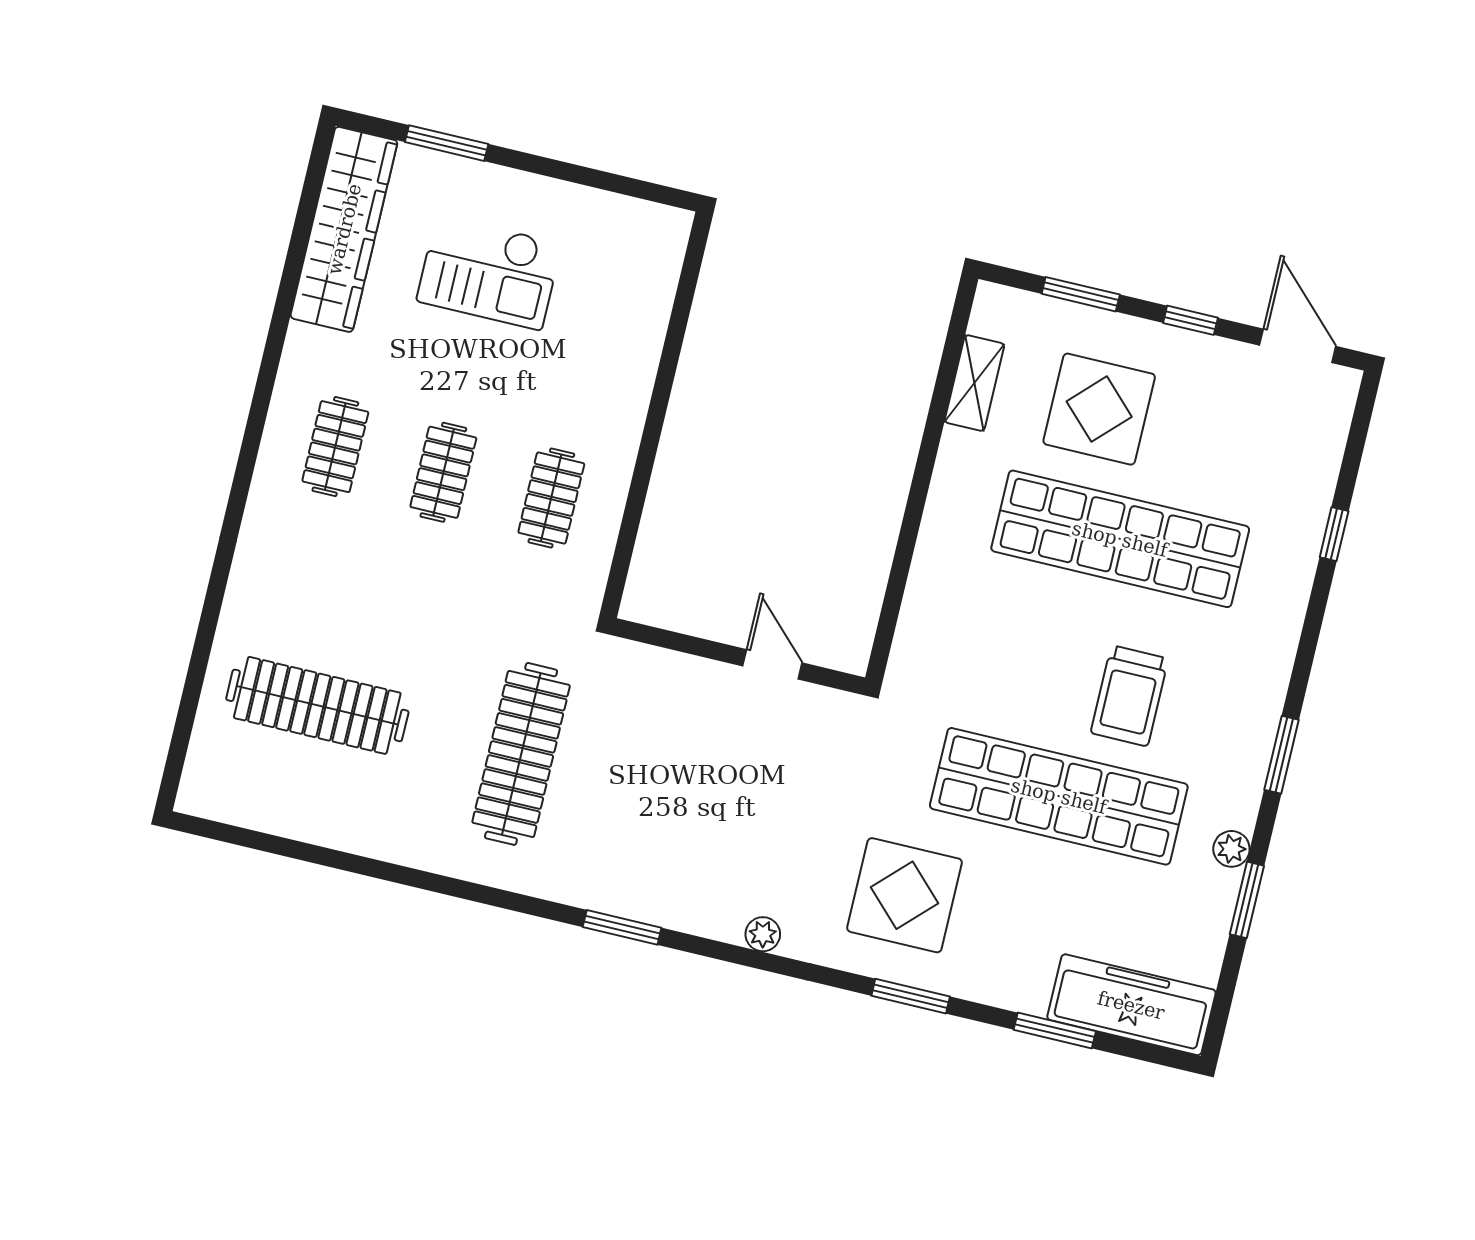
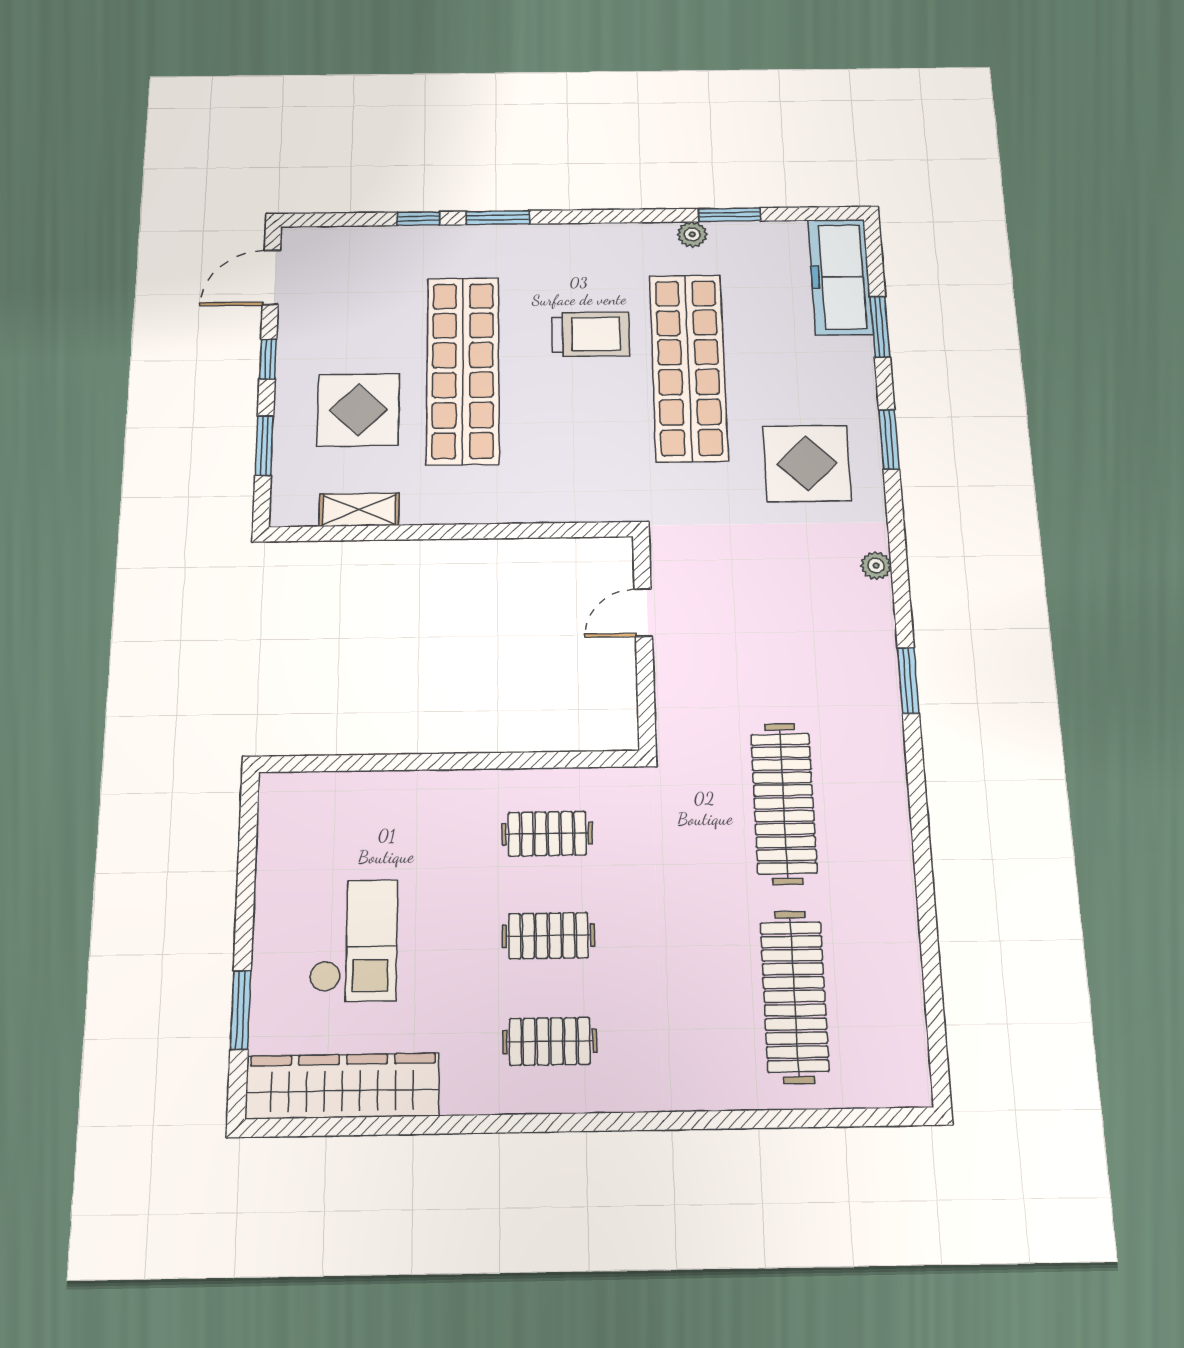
clothes rail: (521, 754) -> (784, 803), turned 90
window: (1281, 755) -> (498, 218), moved

